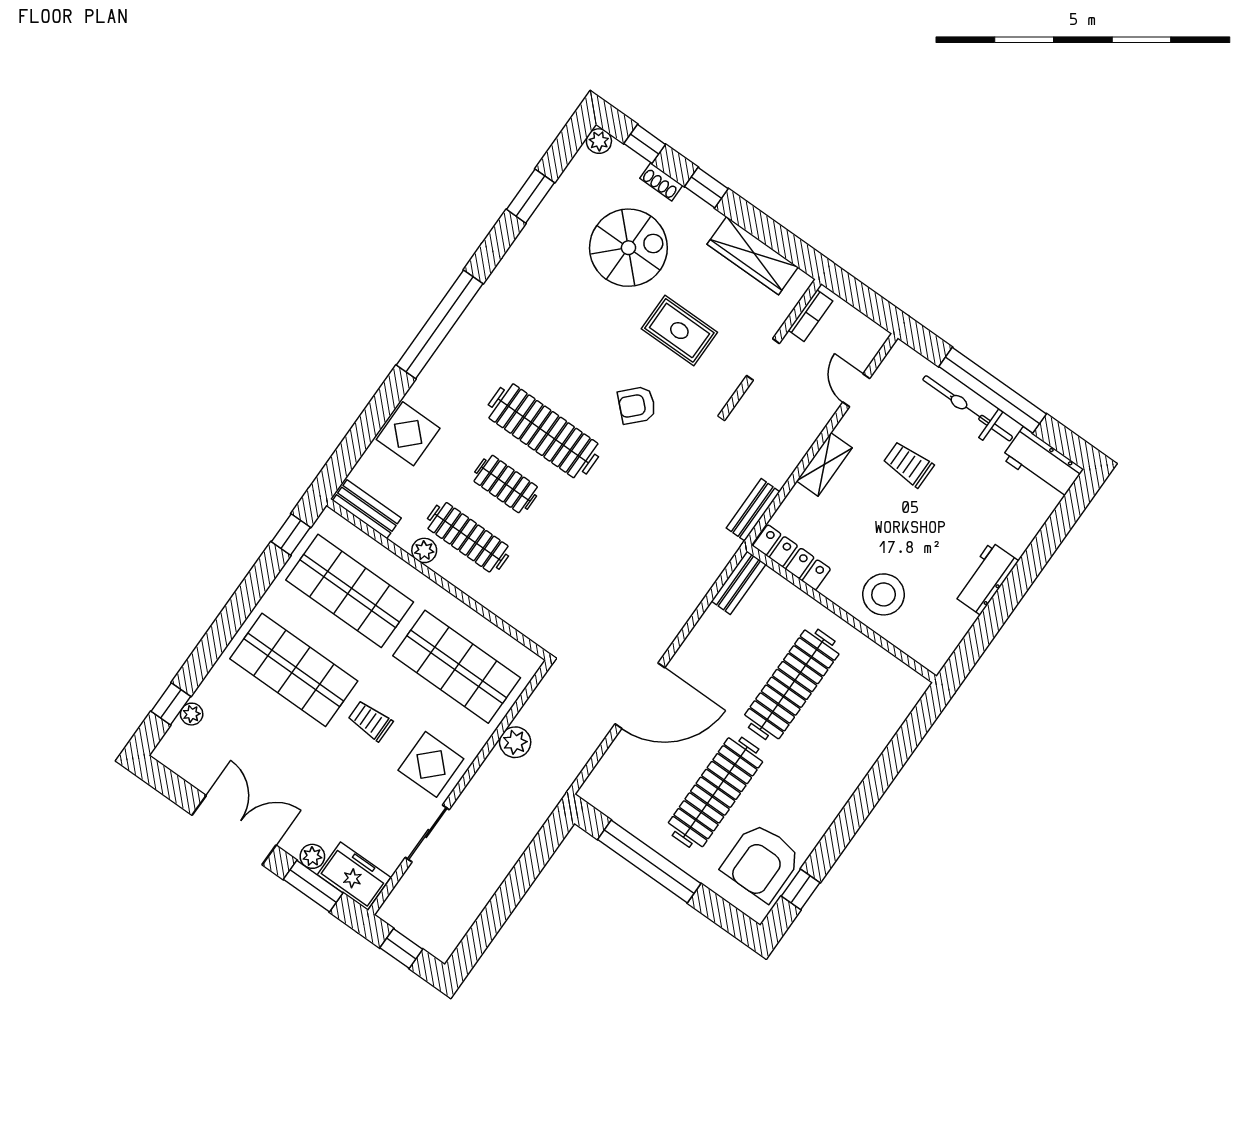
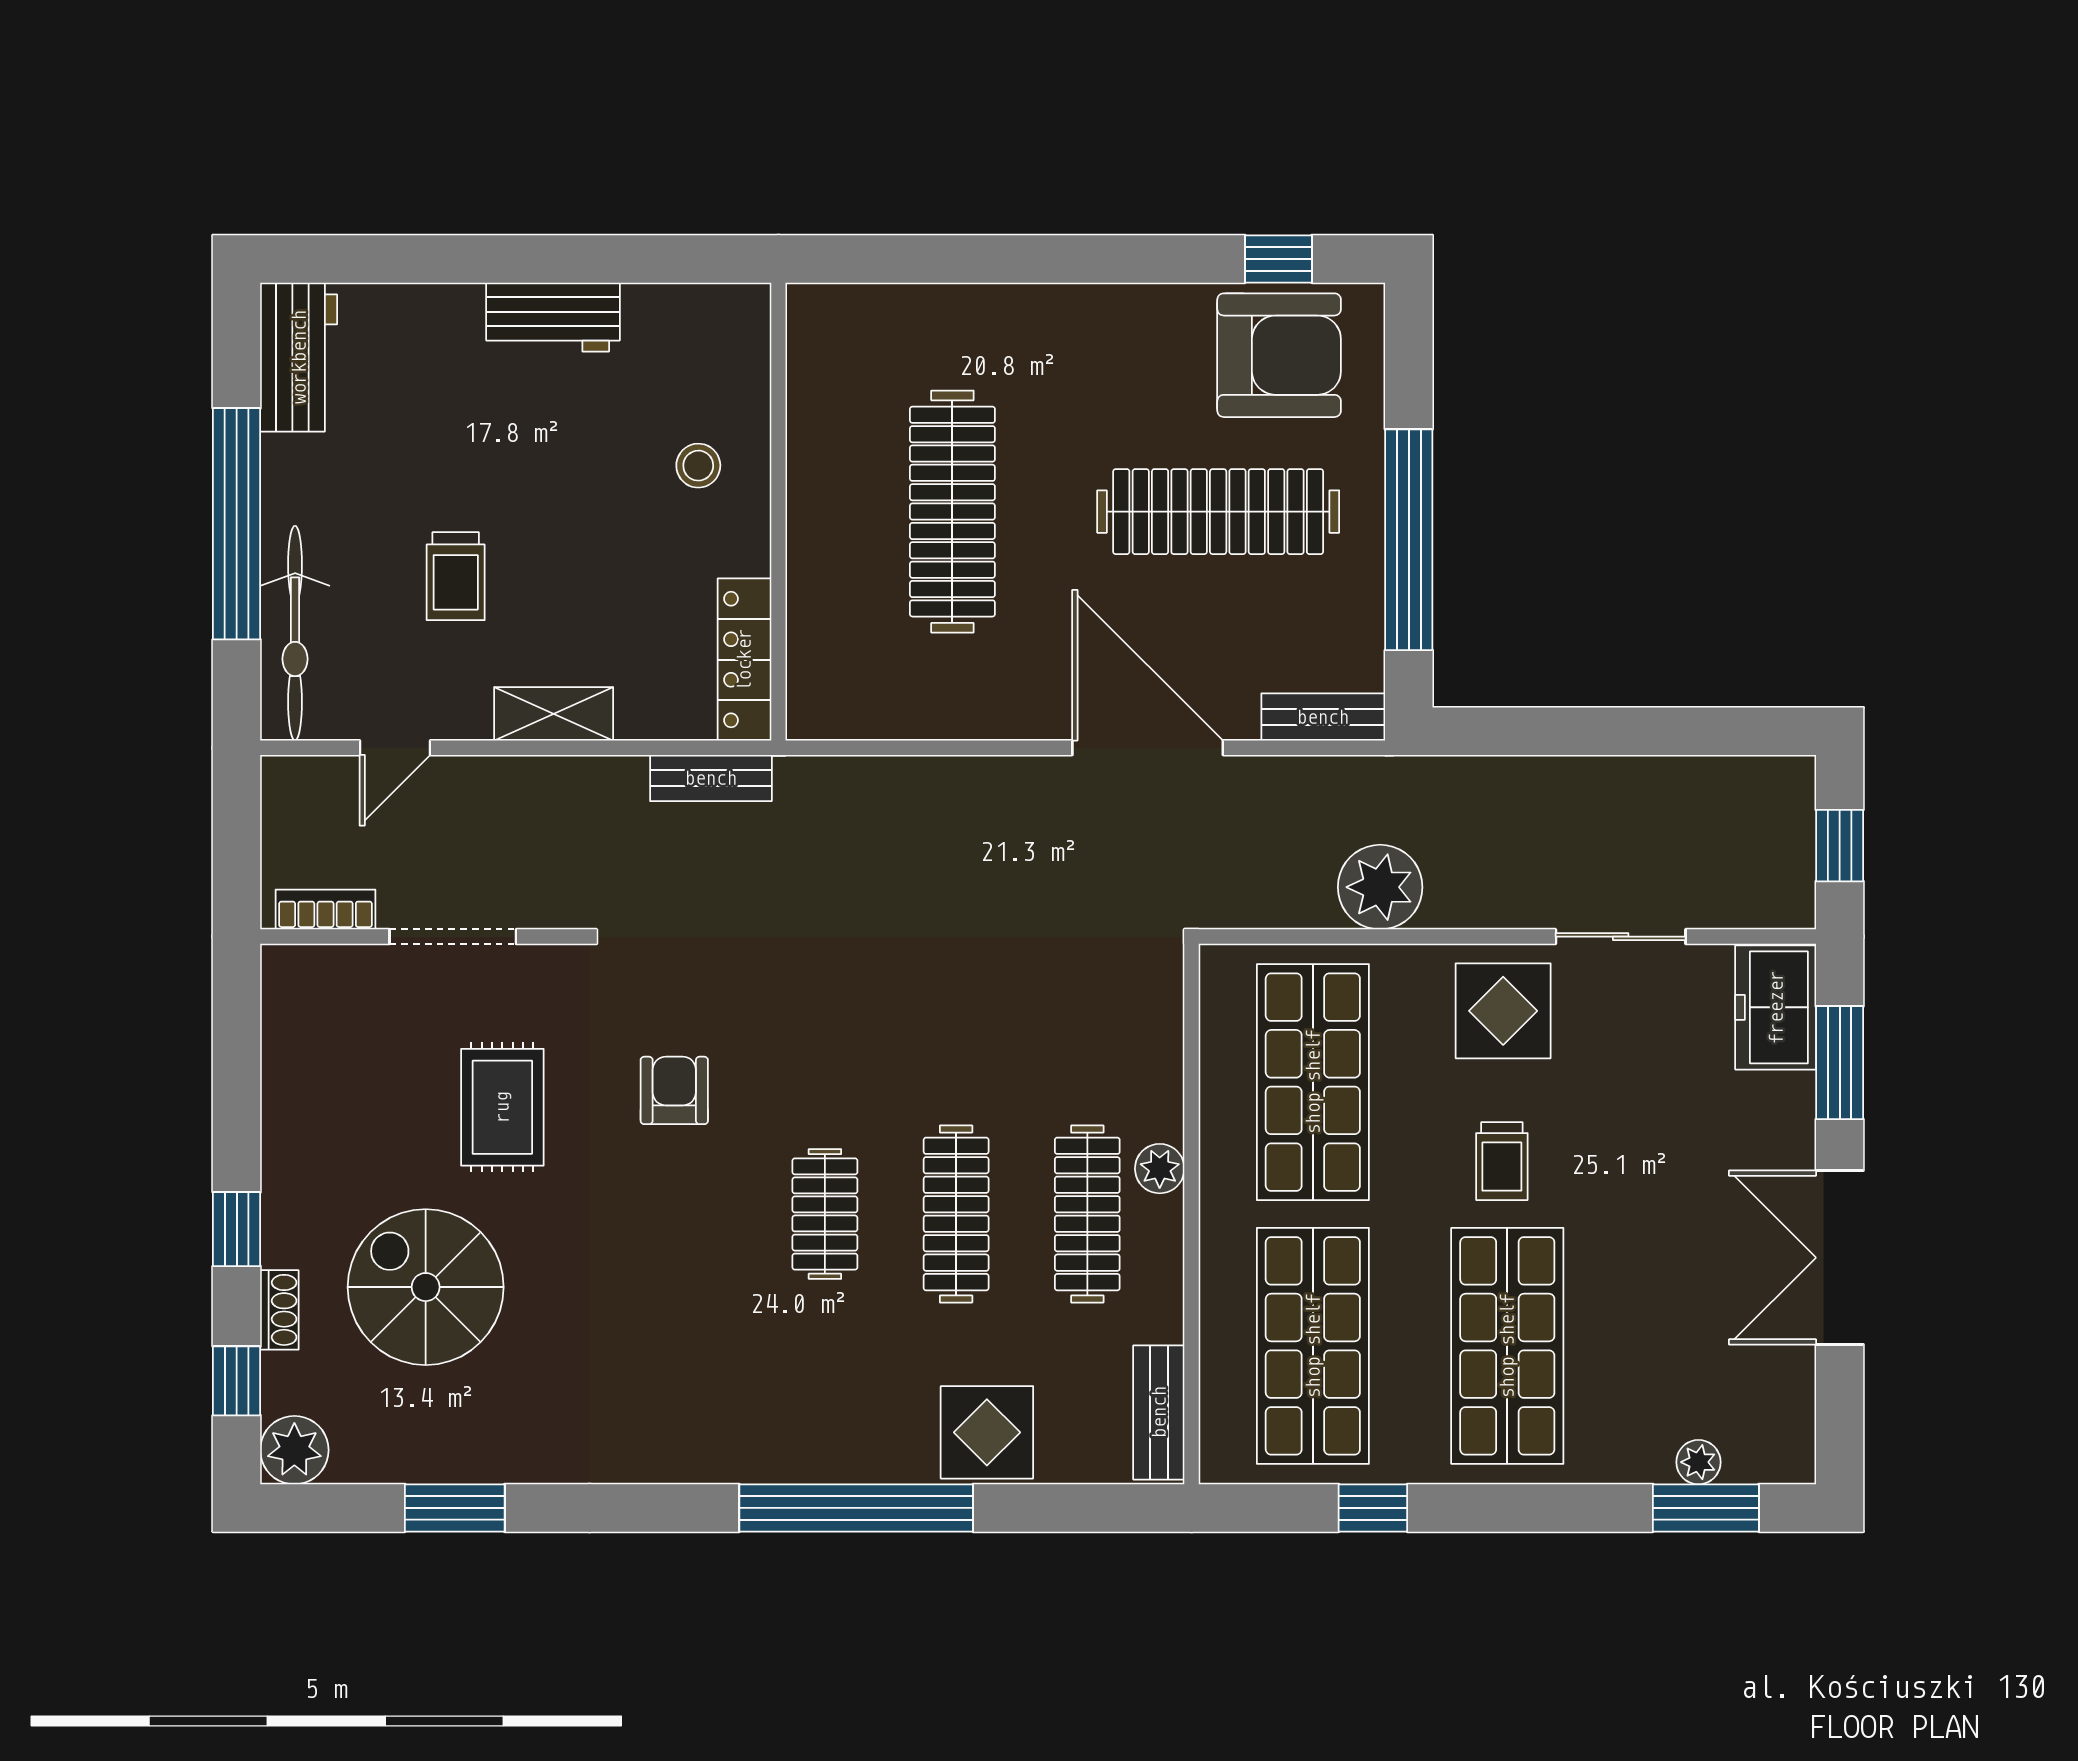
plant: (599, 141) -> (294, 1450), width x1.38, depth x1.38
wardrobe: (753, 256) -> (294, 1074), removed
window: (440, 324) -> (856, 1508), moved
doorway: (763, 359) -> (453, 937), width x1.38
armchair: (637, 405) -> (674, 1090), turned -134
bicycle: (968, 408) -> (295, 633), moved
clothes rail: (543, 431) -> (825, 1214), width x0.54, depth x0.76
clothes rail: (506, 484) -> (956, 1214), width x1.36
window: (291, 534) -> (1373, 1508), moved
plant: (424, 550) -> (1160, 1169), moved
bench: (739, 583) -> (1323, 717), moved
stool: (884, 594) -> (698, 466), width x0.53, depth x0.53
clothes rail: (792, 684) -> (952, 512), turned 90
window: (171, 704) -> (1706, 1508), width x1.50
plant: (515, 742) -> (1380, 887), width x1.36, depth x1.36
plant: (312, 856) -> (1792, 1099), removed

